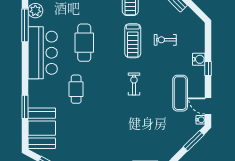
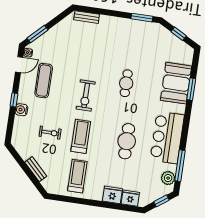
exercise bike: (134, 84) -> (86, 96), width x1.38, depth x1.39
cafe table: (76, 89) -> (126, 83), moved
door: (208, 106) -> (19, 65), hinge flipped
booth: (42, 128) -> (176, 83), moved

